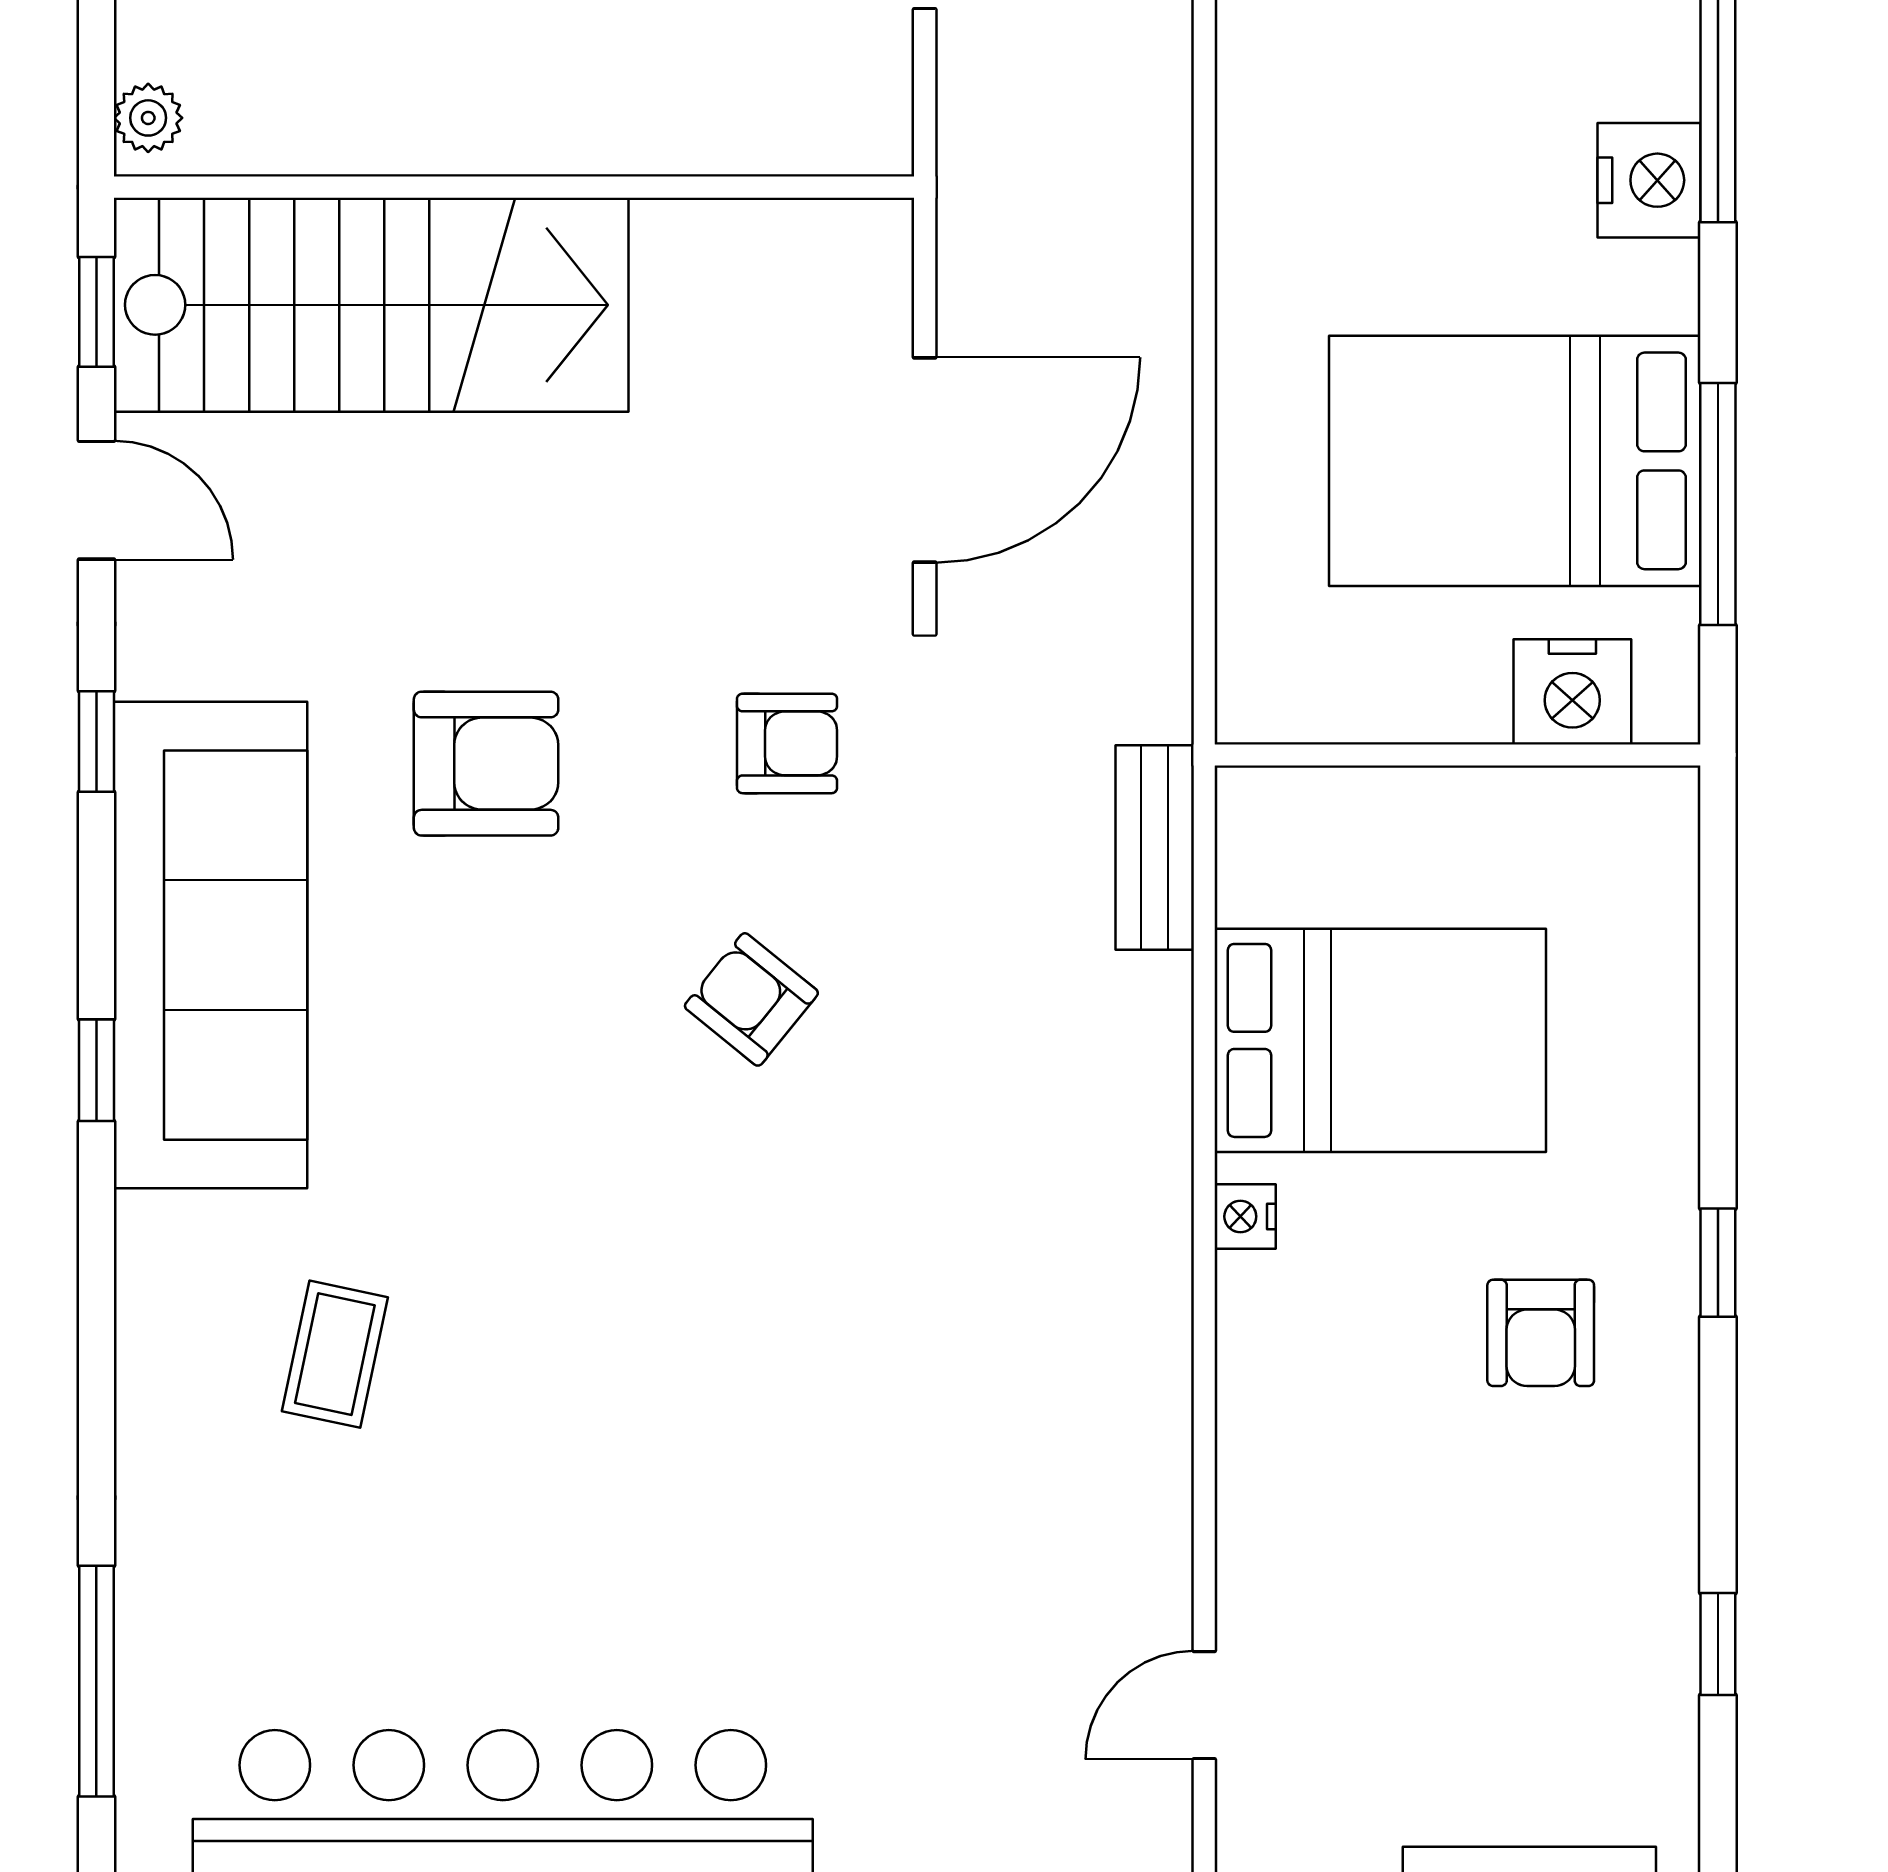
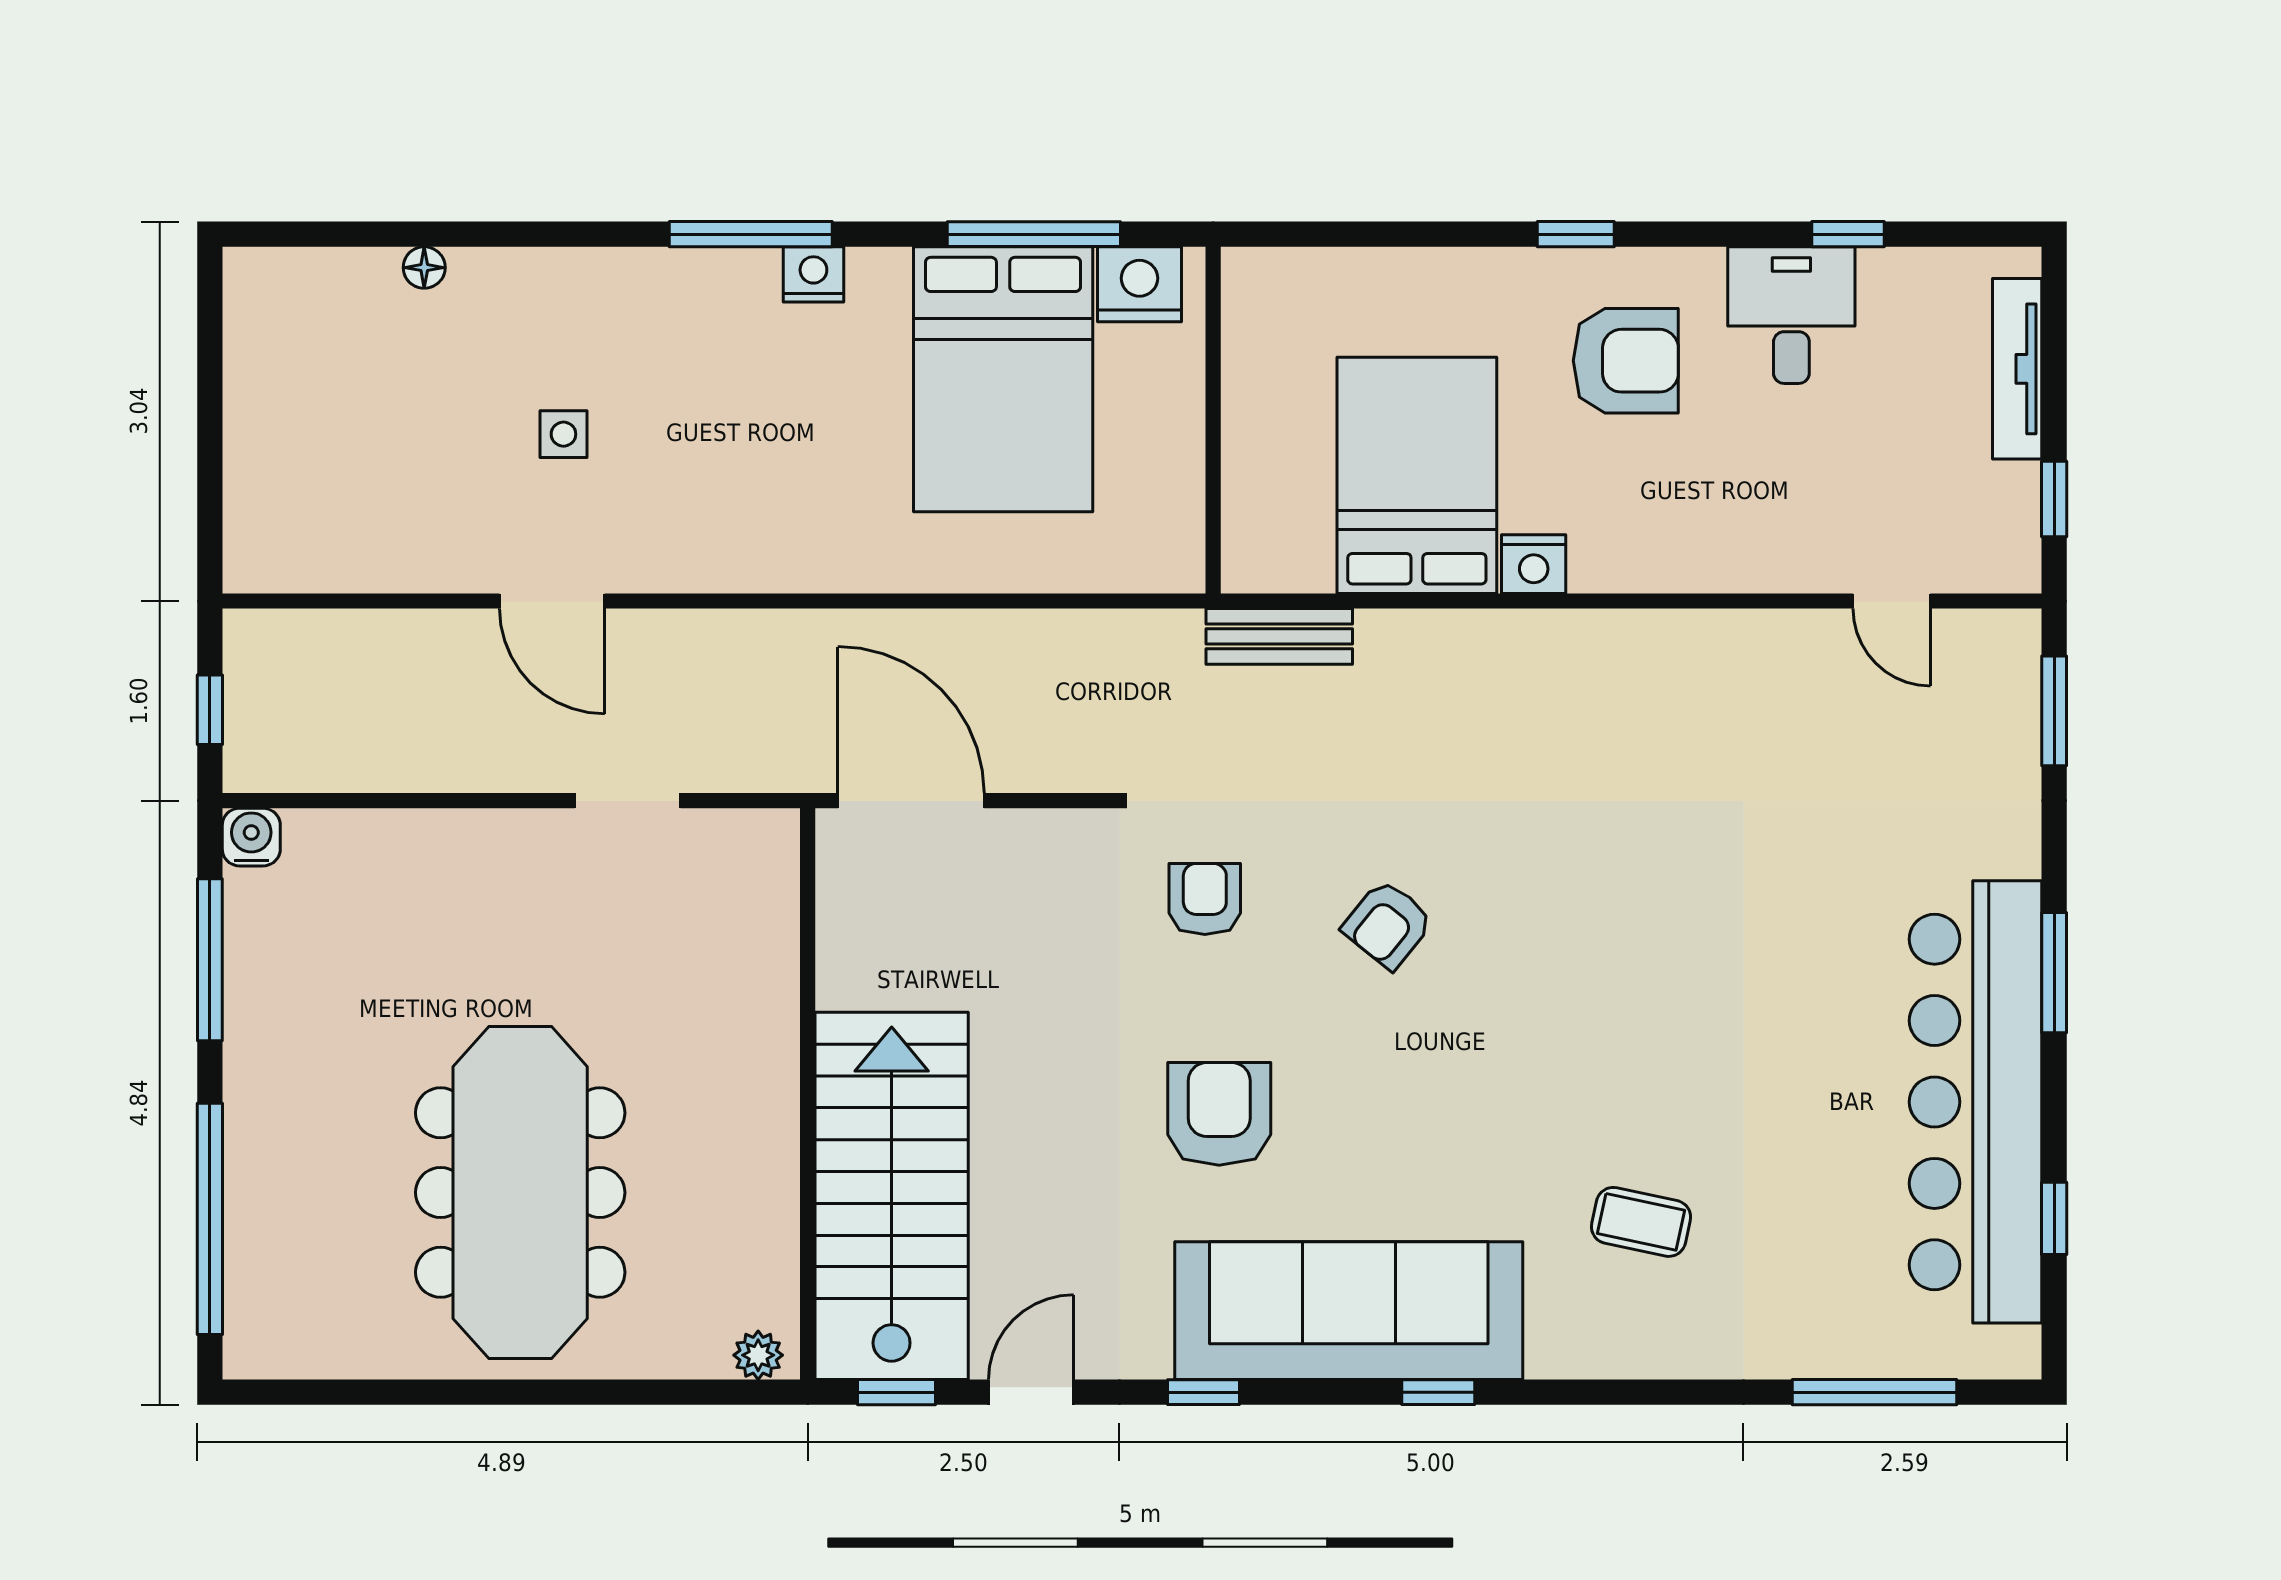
nightstand: (1649, 180) -> (813, 274), width x0.74, depth x0.75
door: (925, 460) -> (911, 801), moved
nightstand: (1572, 692) -> (1139, 284), moved, turned -90
nightstand: (1245, 1216) -> (1534, 564), width x1.39, depth x1.35
armchair: (1541, 1333) -> (1626, 361), width x1.38, depth x1.38
desk: (1605, 1565) -> (1791, 315), added

